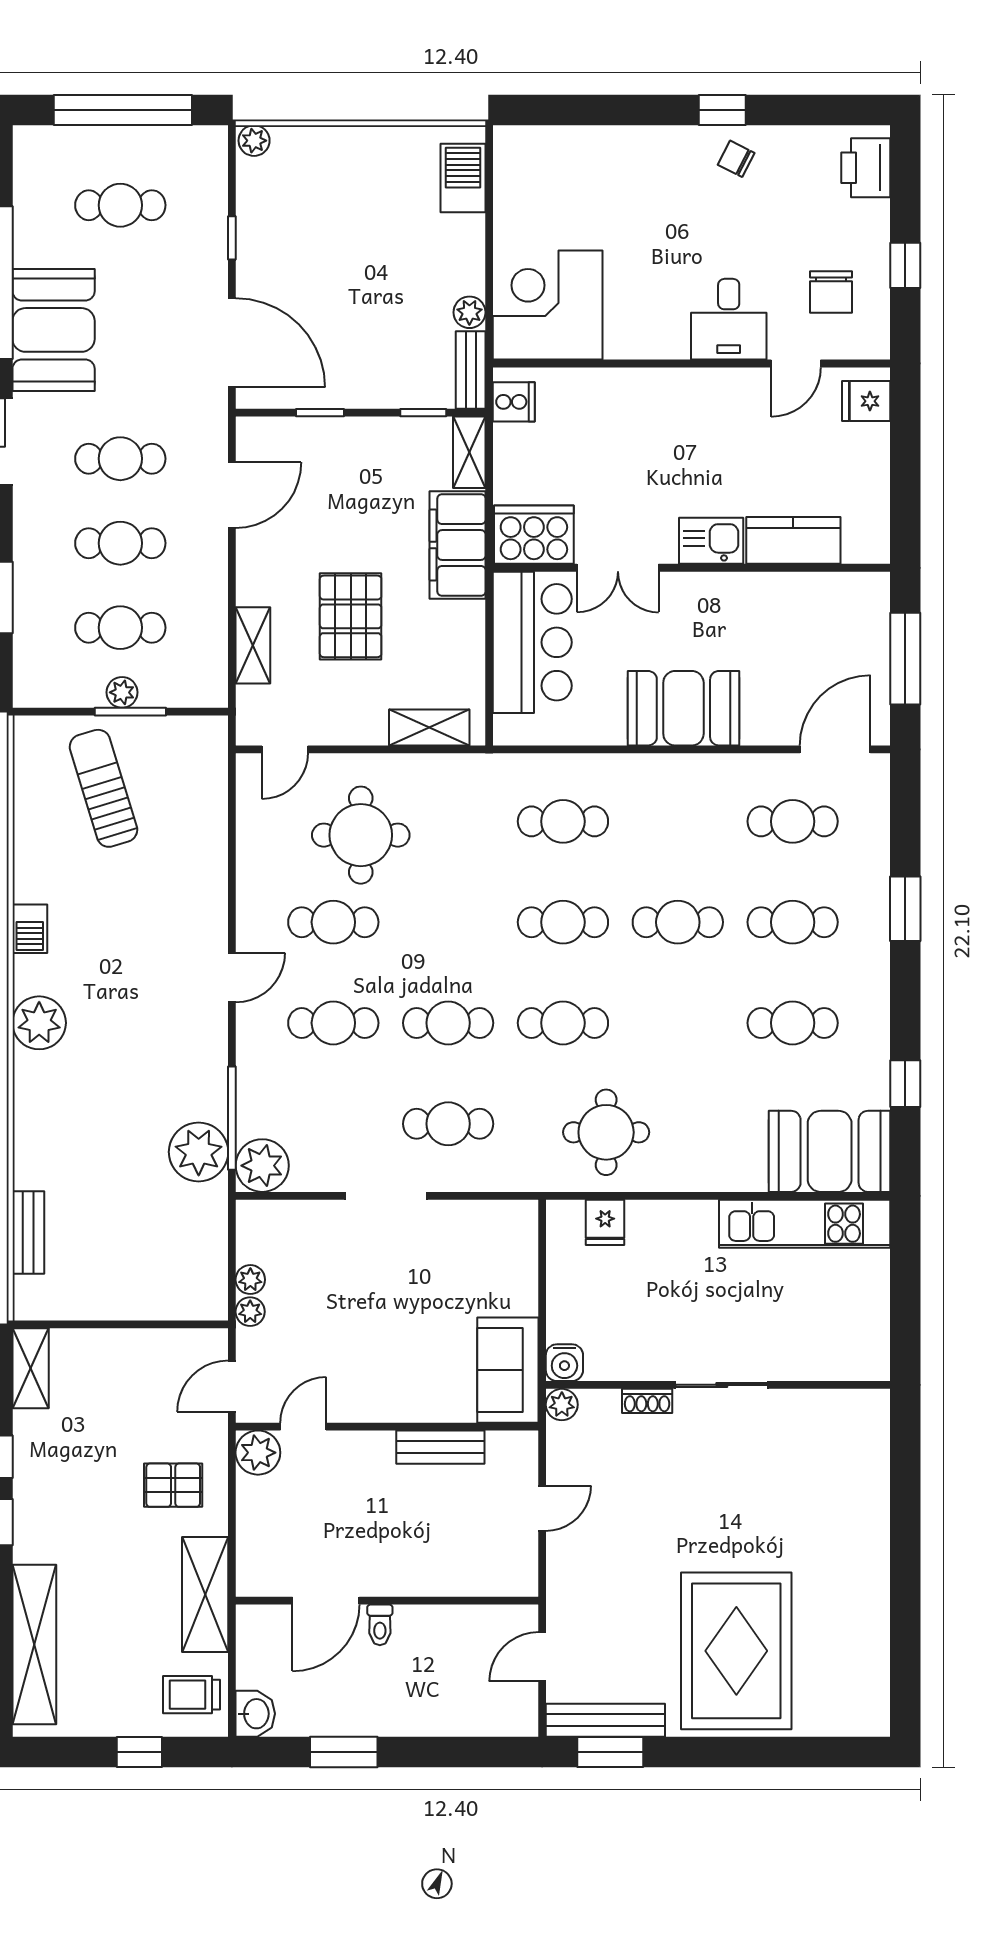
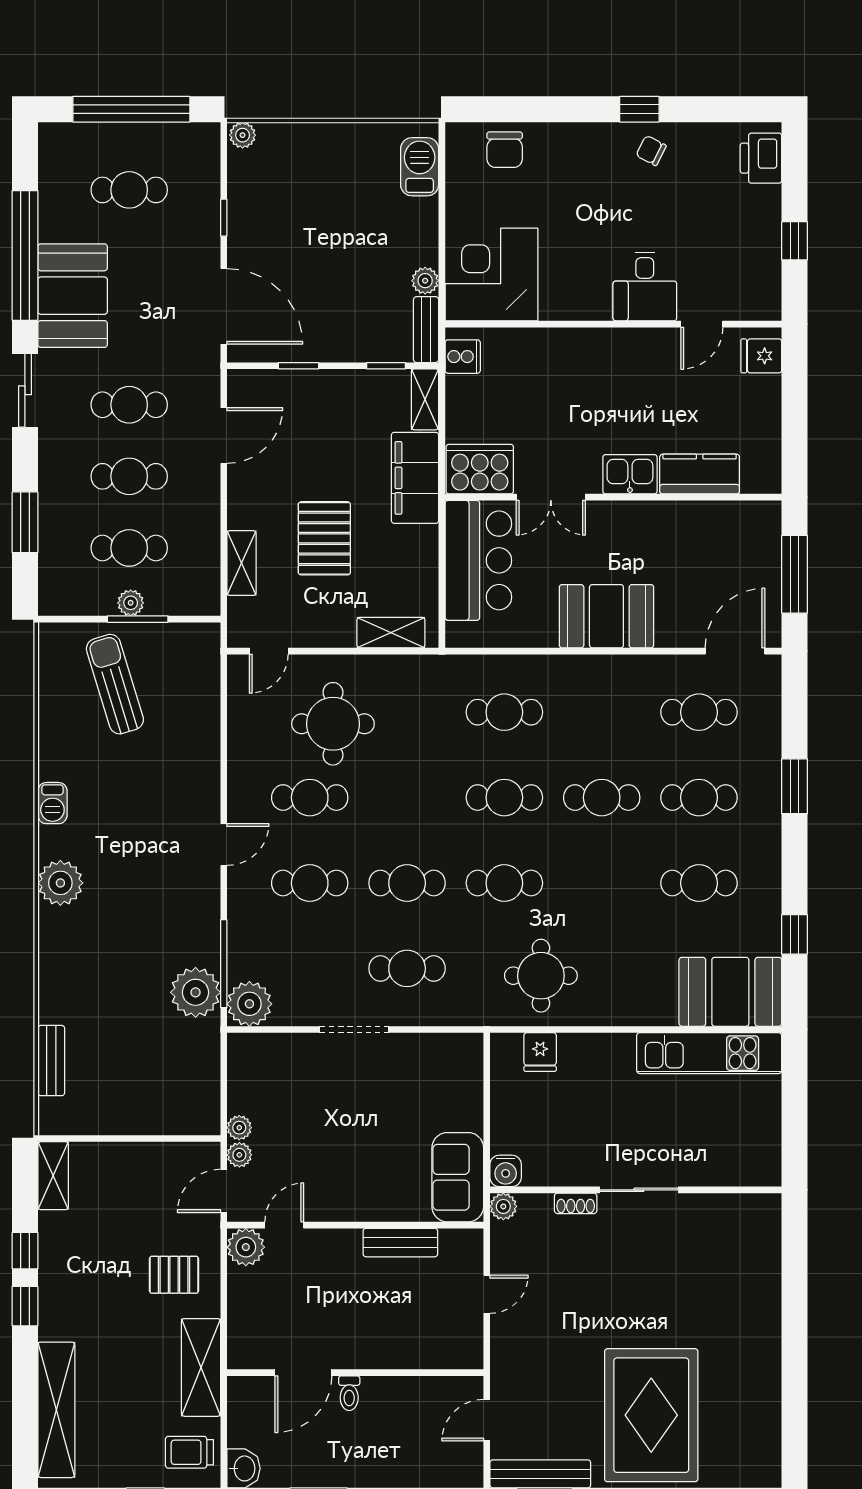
chair: (831, 292) -> (505, 150), moved
plant: (250, 1280) -> (239, 1155), moved

